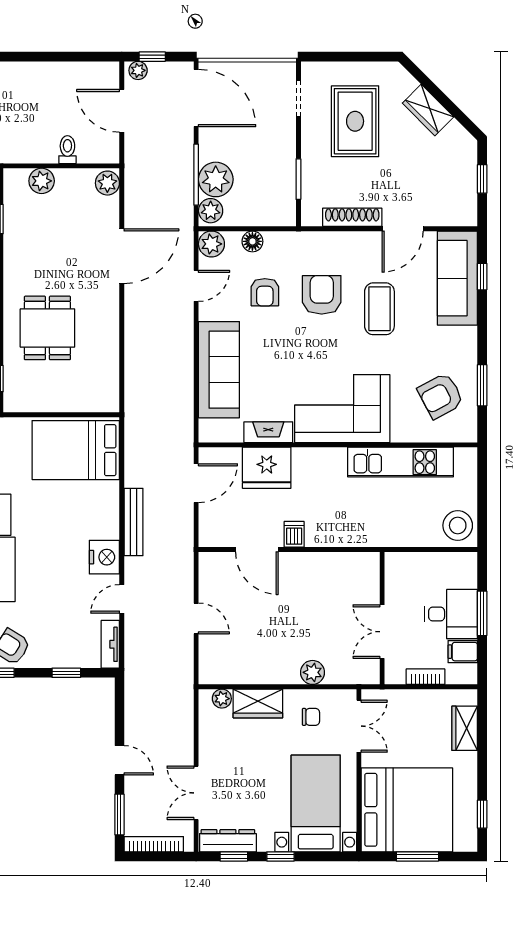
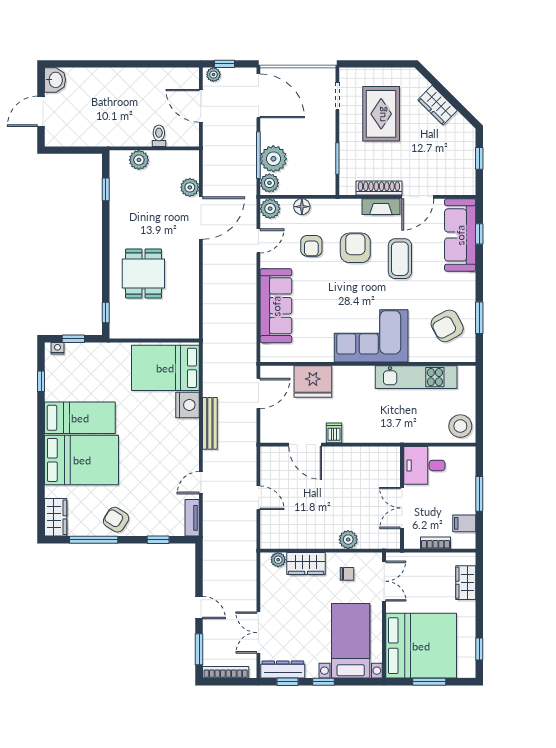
plant: (107, 183) -> (190, 187), moved
fireplace: (268, 432) -> (381, 207), moved, turned 180
nightstand: (104, 557) -> (187, 405), moved
desk: (451, 614) -> (424, 465), moved, turned 180

